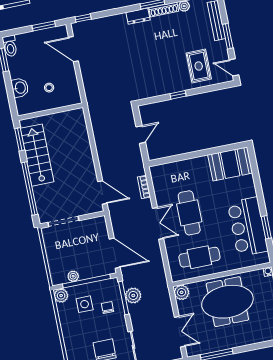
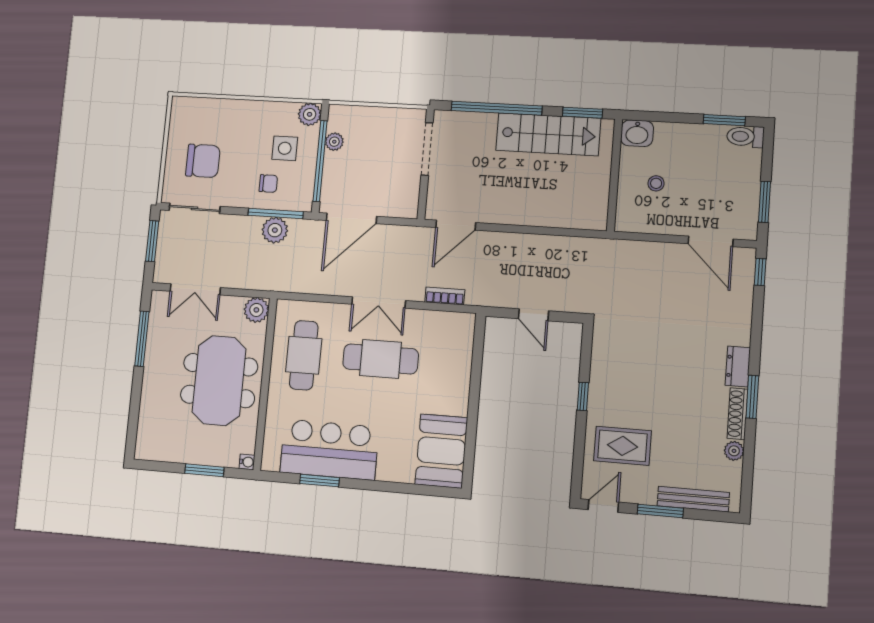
door: (73, 49) -> (711, 241), swing flipped
washbasin: (20, 88) -> (637, 133), moved

